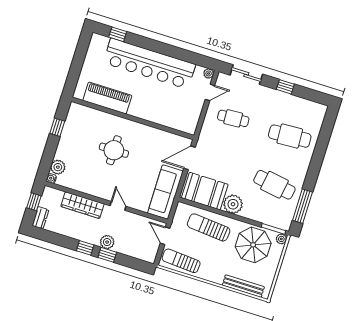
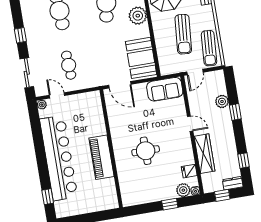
piano: (107, 98) -> (101, 157), moved
window: (57, 127) -> (170, 204), moved
fridge: (73, 182) -> (189, 171), added
sofa: (165, 192) -> (165, 89), width x0.73
plant: (233, 204) -> (138, 16), moved
door: (118, 206) -> (190, 124), swing flipped
sun lounger: (209, 227) -> (183, 34), moved
plant: (107, 242) -> (222, 101), moved
window: (85, 248) -> (243, 161), moved

